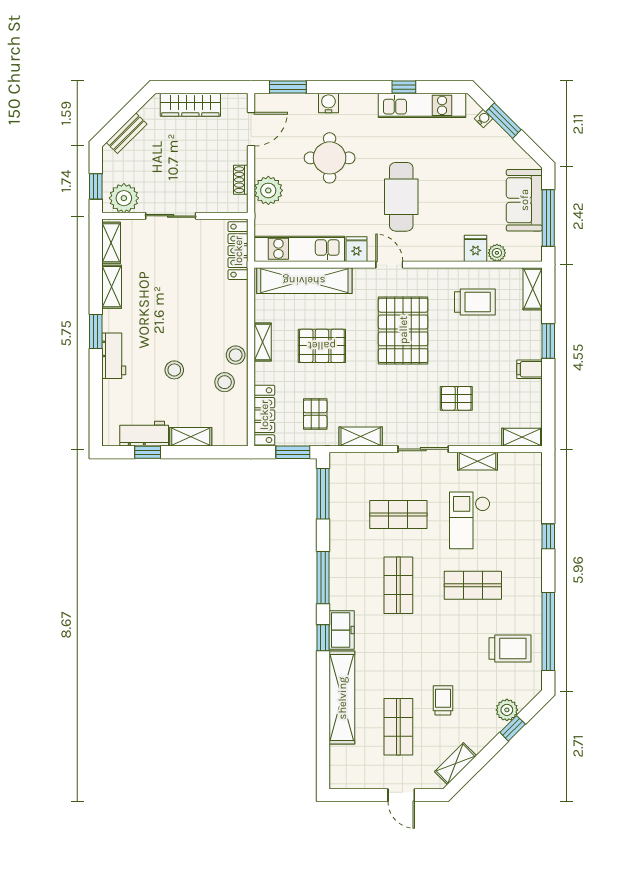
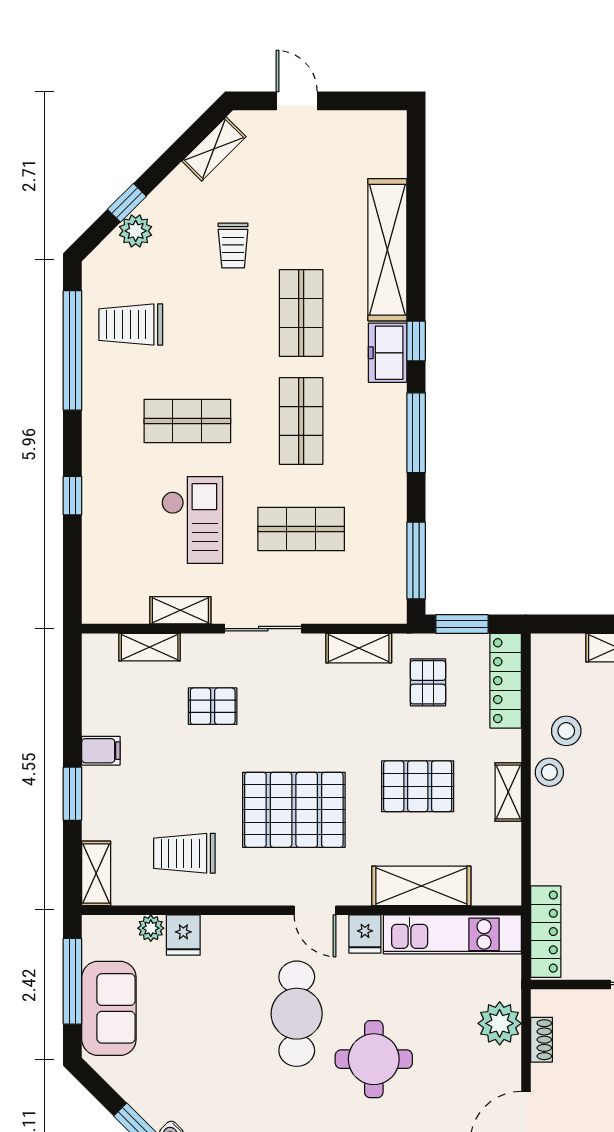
round table: (330, 158) -> (374, 1059), moved
shelving: (304, 281) -> (421, 886), width x0.68
pallet: (403, 330) -> (294, 810), turned 90
shelving: (522, 437) -> (150, 647), moved
shop shelf: (398, 727) -> (301, 313), moved

